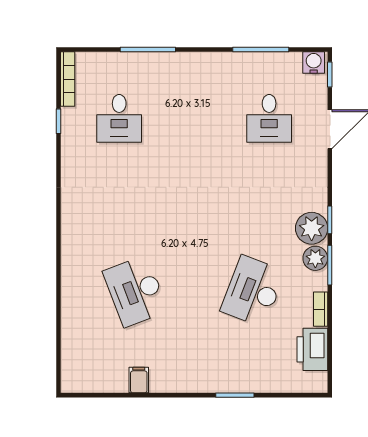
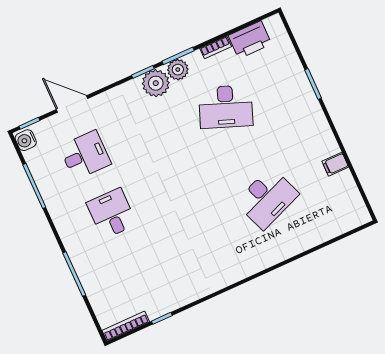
desk: (119, 118) -> (112, 214), moved, turned -90

